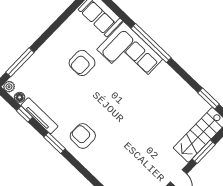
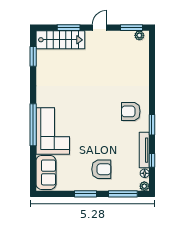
window: (50, 31) -> (86, 194), added
armchair: (82, 63) -> (101, 169), moved
armchair: (83, 136) -> (131, 111), turned 90

